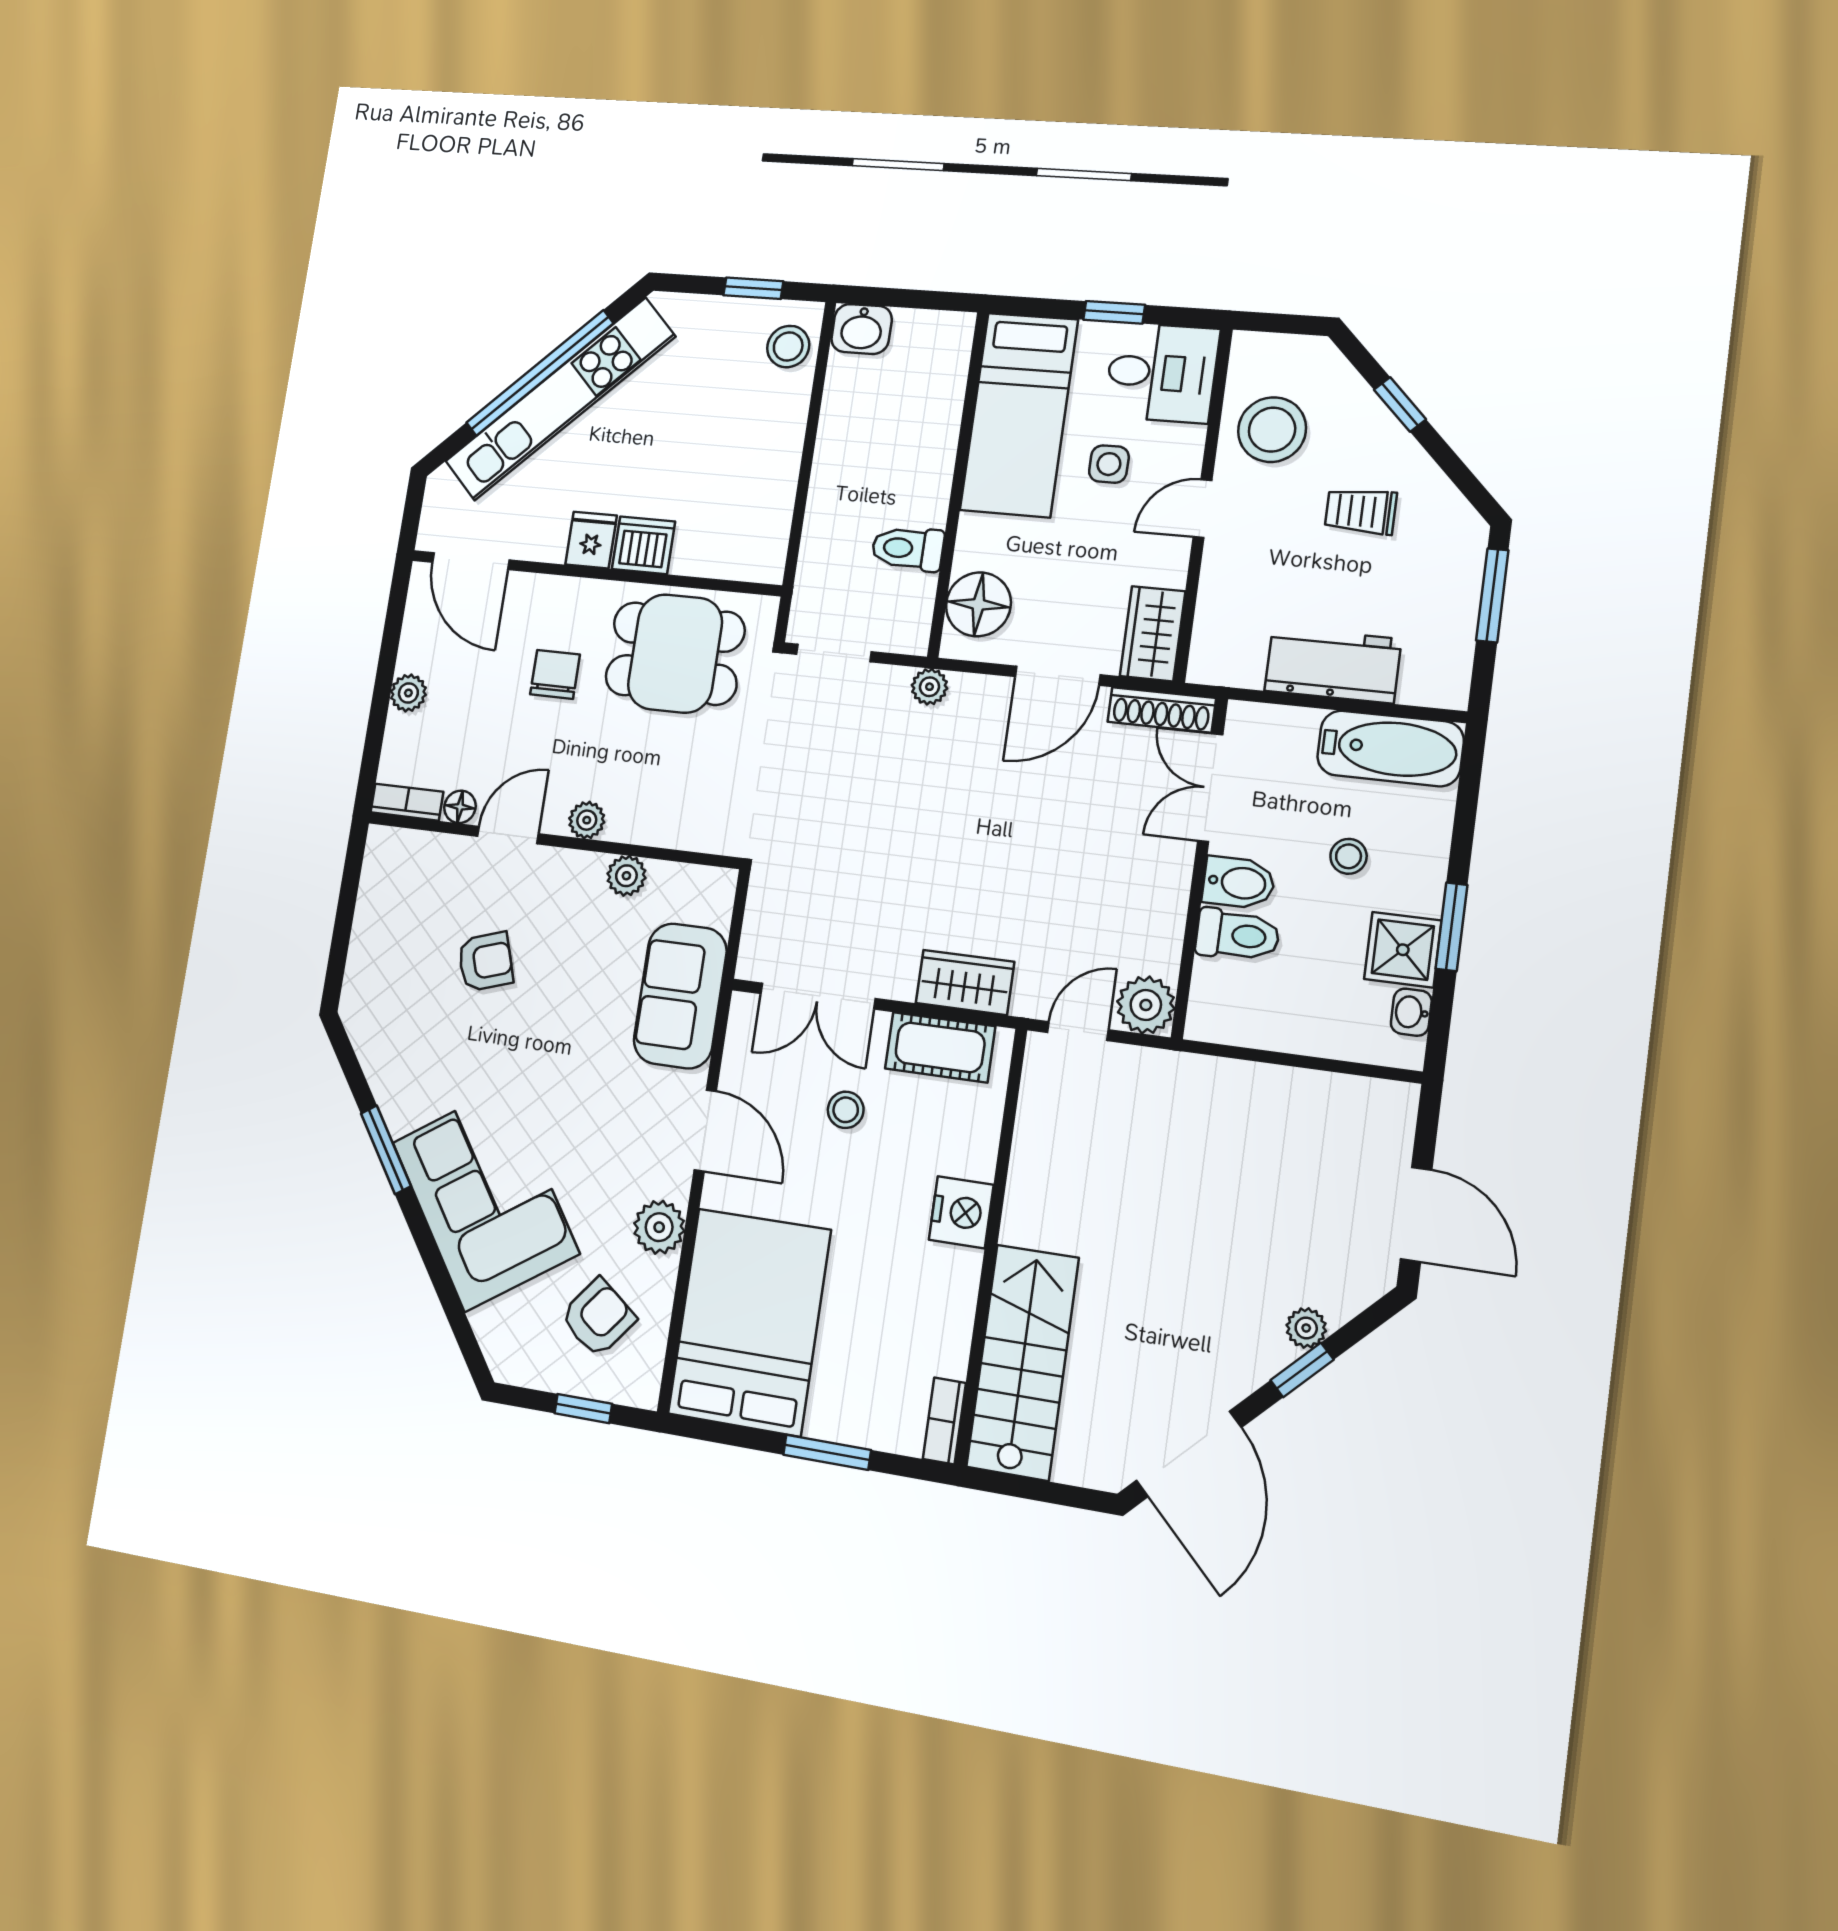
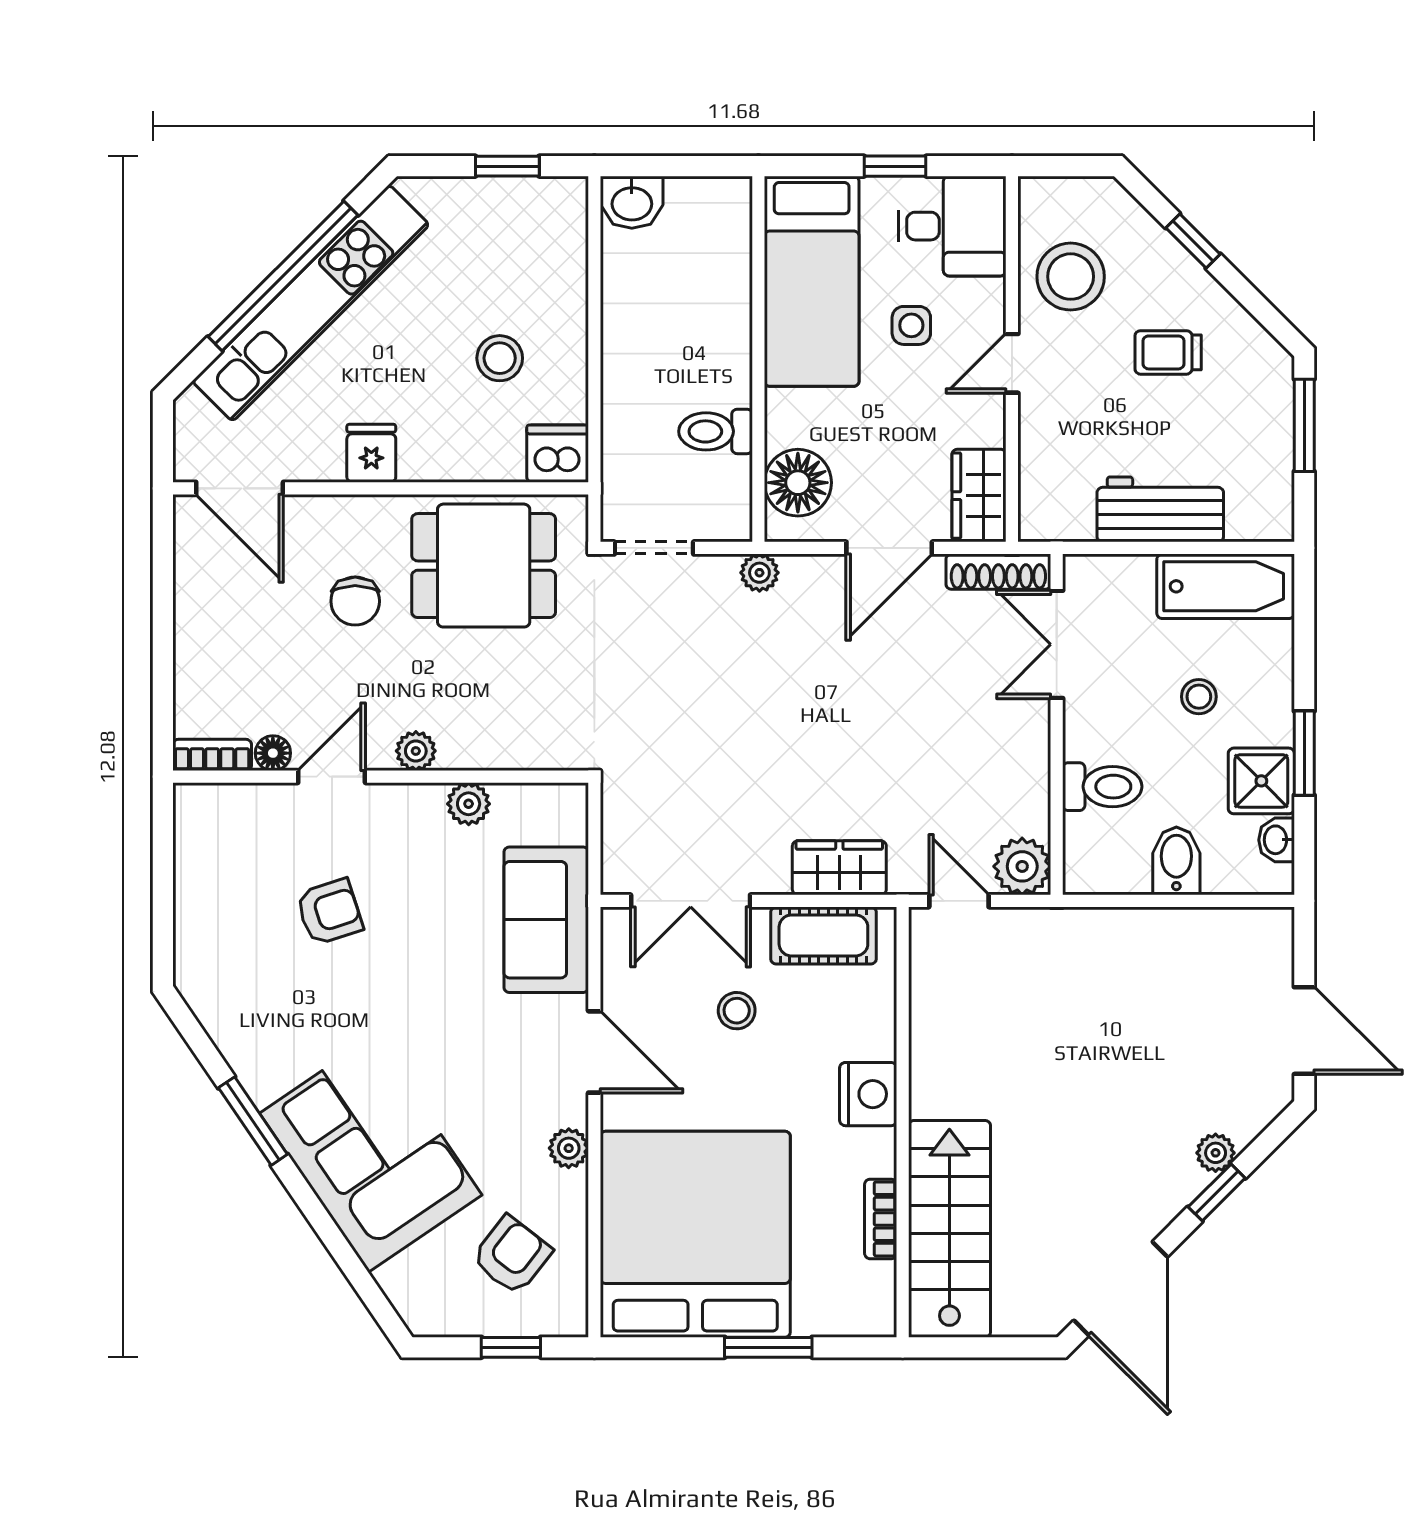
stool: (788, 347) -> (500, 358), moved
dishwasher: (643, 545) -> (558, 454), moved
chair: (555, 674) -> (355, 601), turned 180
plant: (408, 693) -> (193, 638), removed
bidet: (1239, 883) -> (1176, 861), moved, turned -90
door: (1078, 1031) -> (959, 901), hinge flipped
plant: (659, 1227) -> (569, 1148), width x0.73, depth x0.73
bed: (749, 1322) -> (695, 1234), width x1.36
bookcase: (944, 1421) -> (881, 1219), moved

